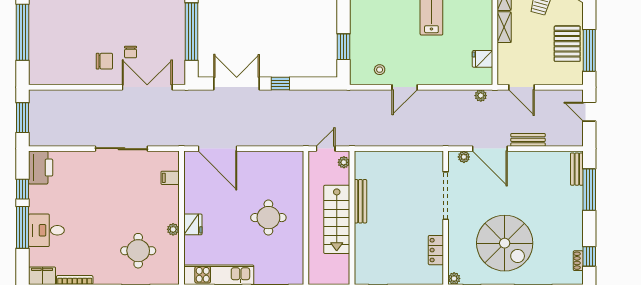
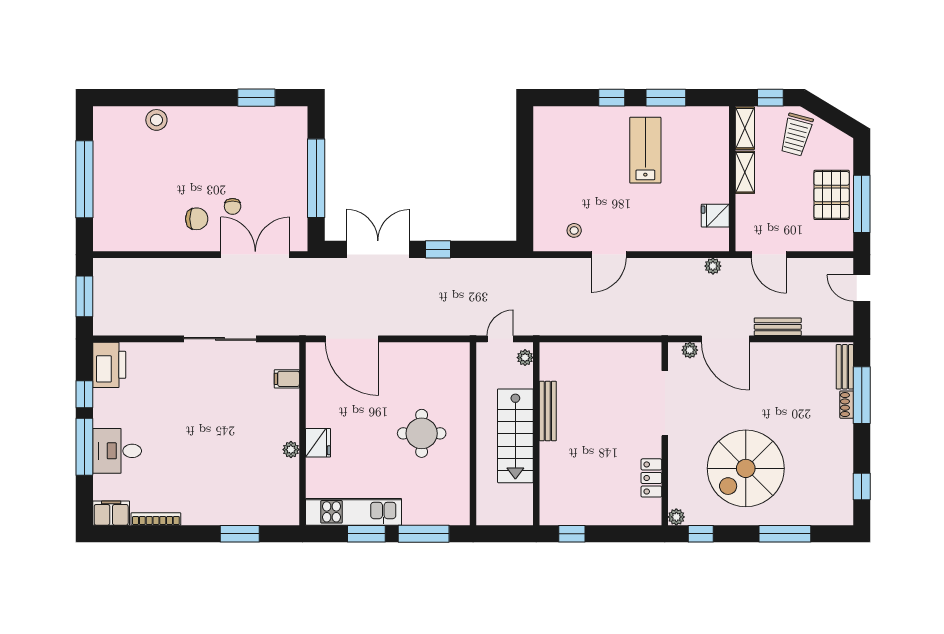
window: (344, 47) -> (525, 199), removed
spiral stairs: (505, 243) -> (746, 468), turned 90
round table: (138, 251) -> (243, 479), removed
shoe rack: (578, 261) -> (847, 405), moved

